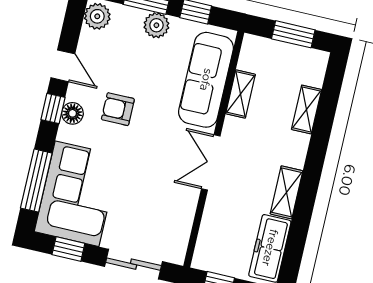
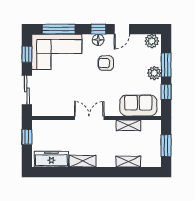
sofa: (206, 80) -> (138, 106), width x0.73
armchair: (118, 109) -> (106, 63), turned -90

